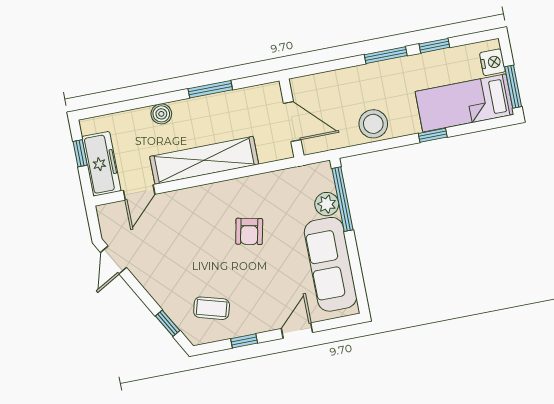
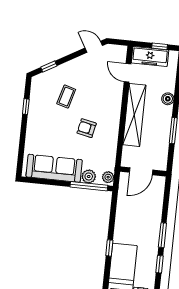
stool: (373, 124) -> (126, 216), removed
plant: (318, 172) -> (108, 177), added
coffee table: (212, 308) -> (66, 97), moved
door: (297, 331) -> (23, 138), removed

